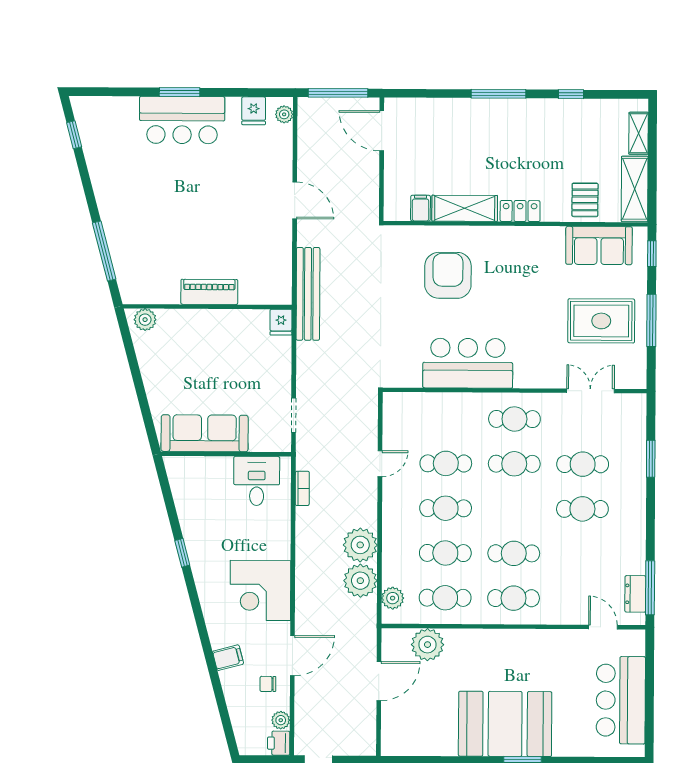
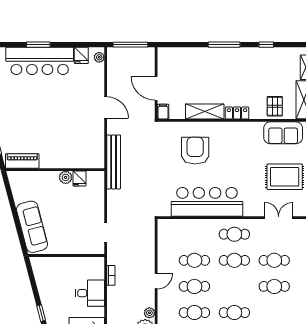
bar counter: (182, 120) -> (40, 61), width x1.36
door: (382, 131) -> (156, 88), moved
filing cabinet: (421, 208) -> (163, 112), moved
piano: (209, 292) -> (22, 161), moved
plant: (145, 320) -> (66, 177), moved
fridge: (281, 322) -> (79, 178), moved
bar counter: (468, 363) -> (207, 202), width x1.36
sofa: (205, 433) -> (32, 227), moved, turned 75
door: (380, 464) -> (156, 281), moved
desk: (257, 481) -> (90, 293), moved, turned 90
plant: (360, 545) -> (149, 313), width x0.53, depth x0.53

